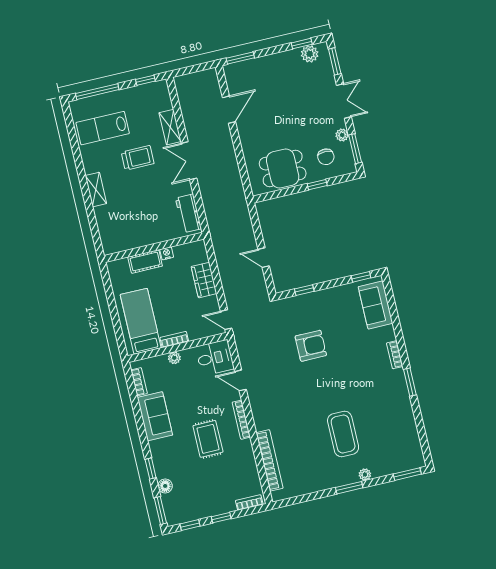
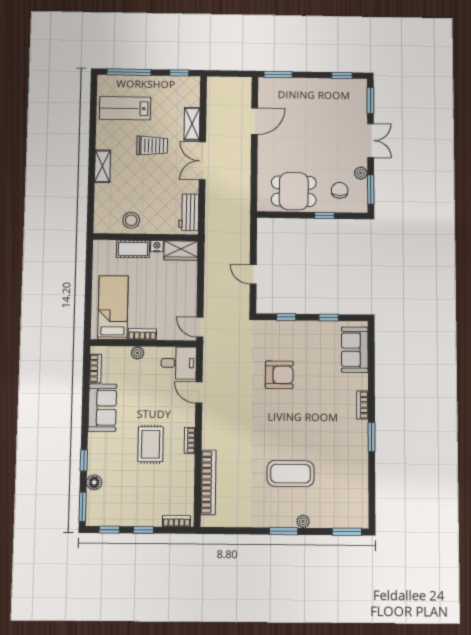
plant: (310, 54) -> (347, 87), removed
chair: (326, 157) -> (340, 190), turned 180
stool: (136, 235) -> (131, 220), added
window: (361, 277) -> (329, 317), moved
wardrobe: (204, 280) -> (181, 250), moved, turned -90
bookcase: (241, 420) -> (190, 440), width x0.64
coffee table: (343, 434) -> (291, 474), turned 90

